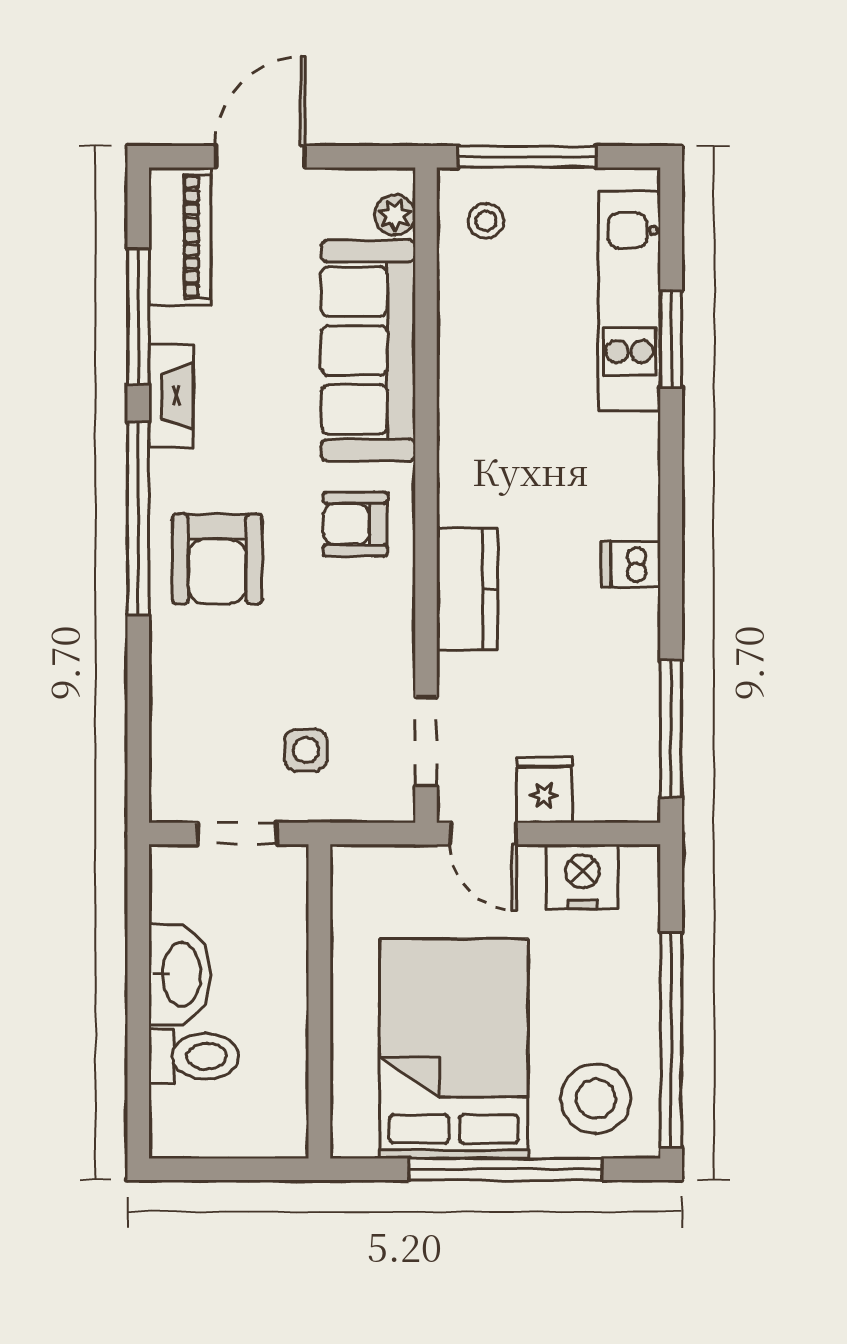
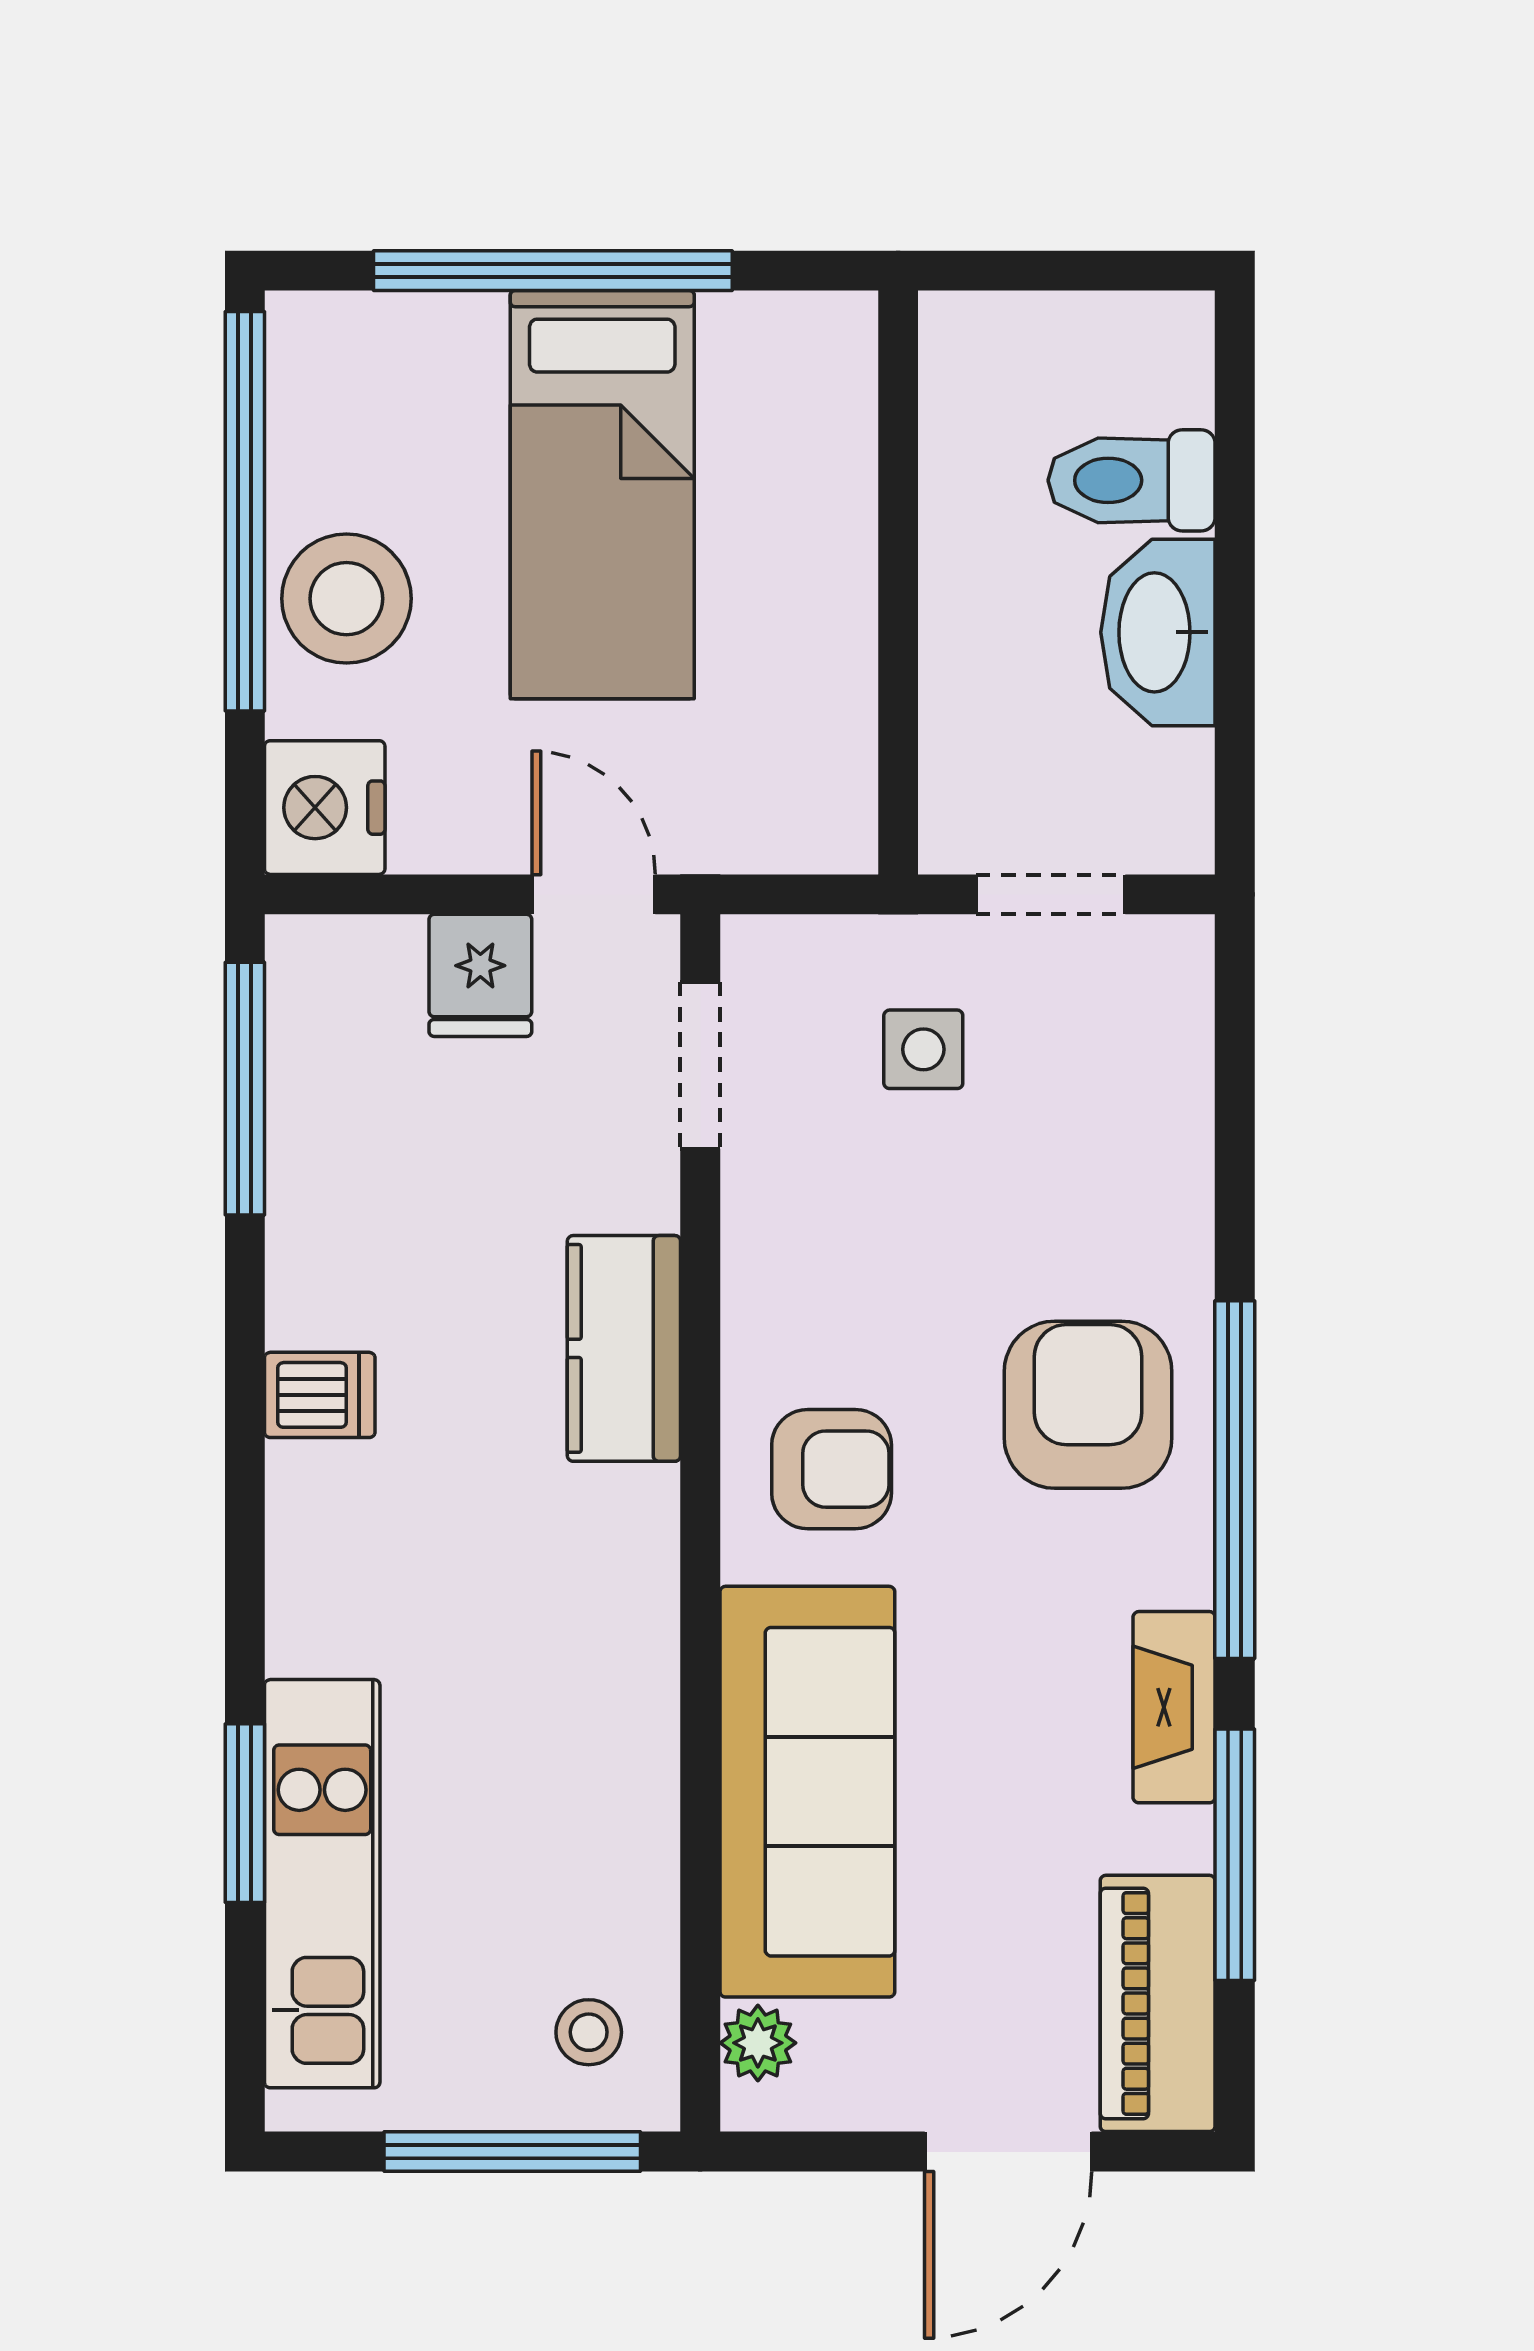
nightstand: (582, 877) -> (325, 808), moved, turned 90
bed: (454, 1049) -> (602, 495), width x0.67
stool: (596, 1099) -> (346, 599), moved

